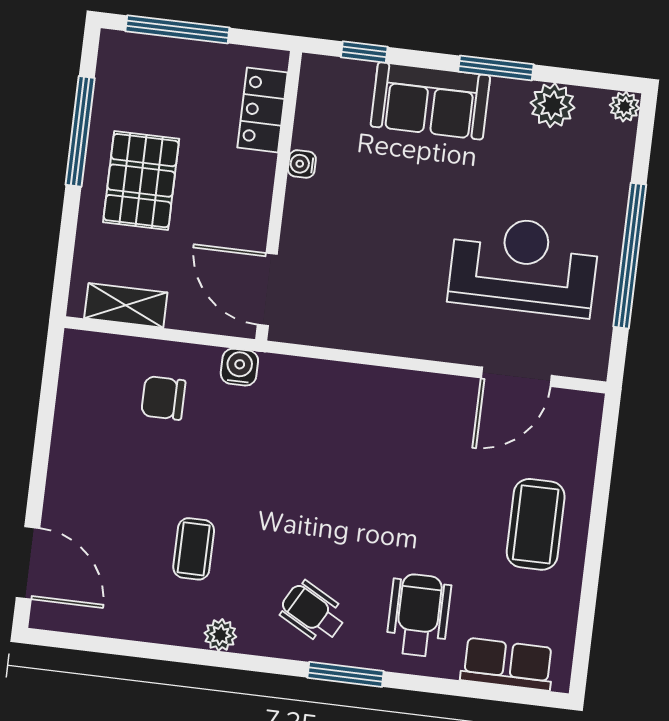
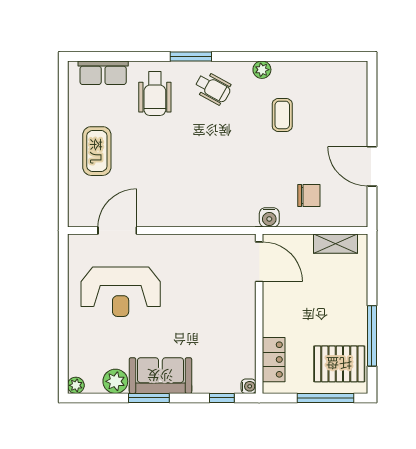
sofa: (430, 101) -> (160, 376), moved
water cooler: (302, 164) -> (249, 386), moved
pallet: (141, 181) -> (339, 364), moved, turned 90
window: (630, 256) -> (63, 304), removed
door: (28, 563) -> (372, 166), moved

